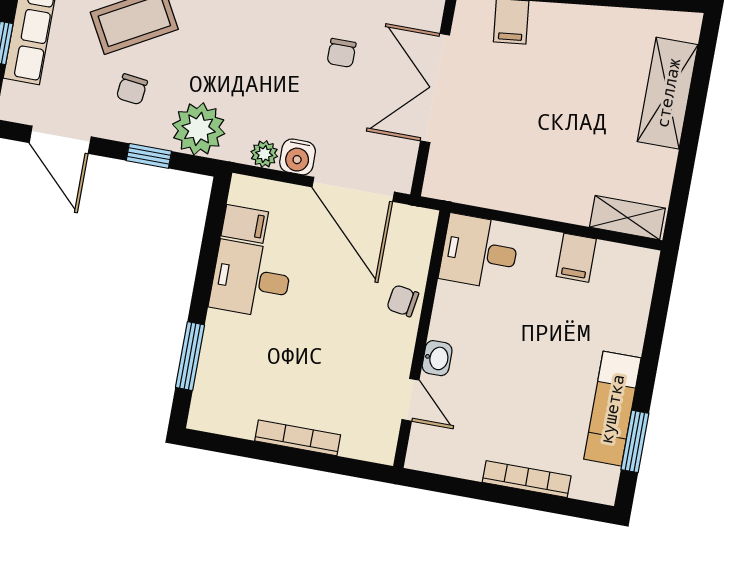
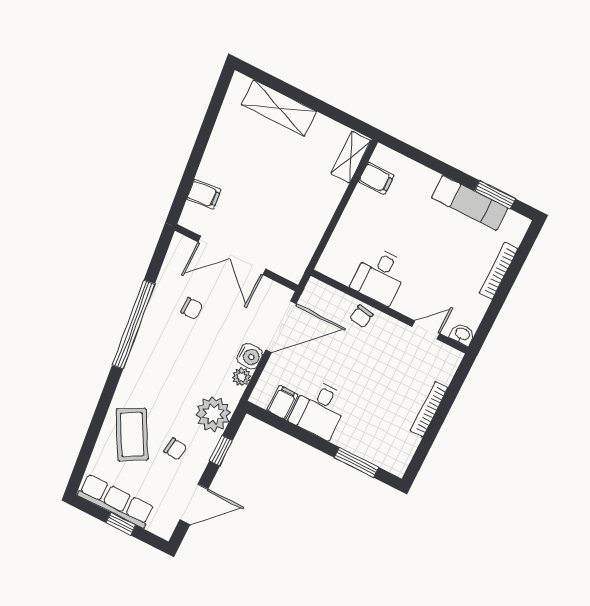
desk: (480, 252) -> (380, 276), moved
filing cabinet: (576, 258) -> (376, 178), moved
washbasin: (437, 358) -> (462, 334), moved

